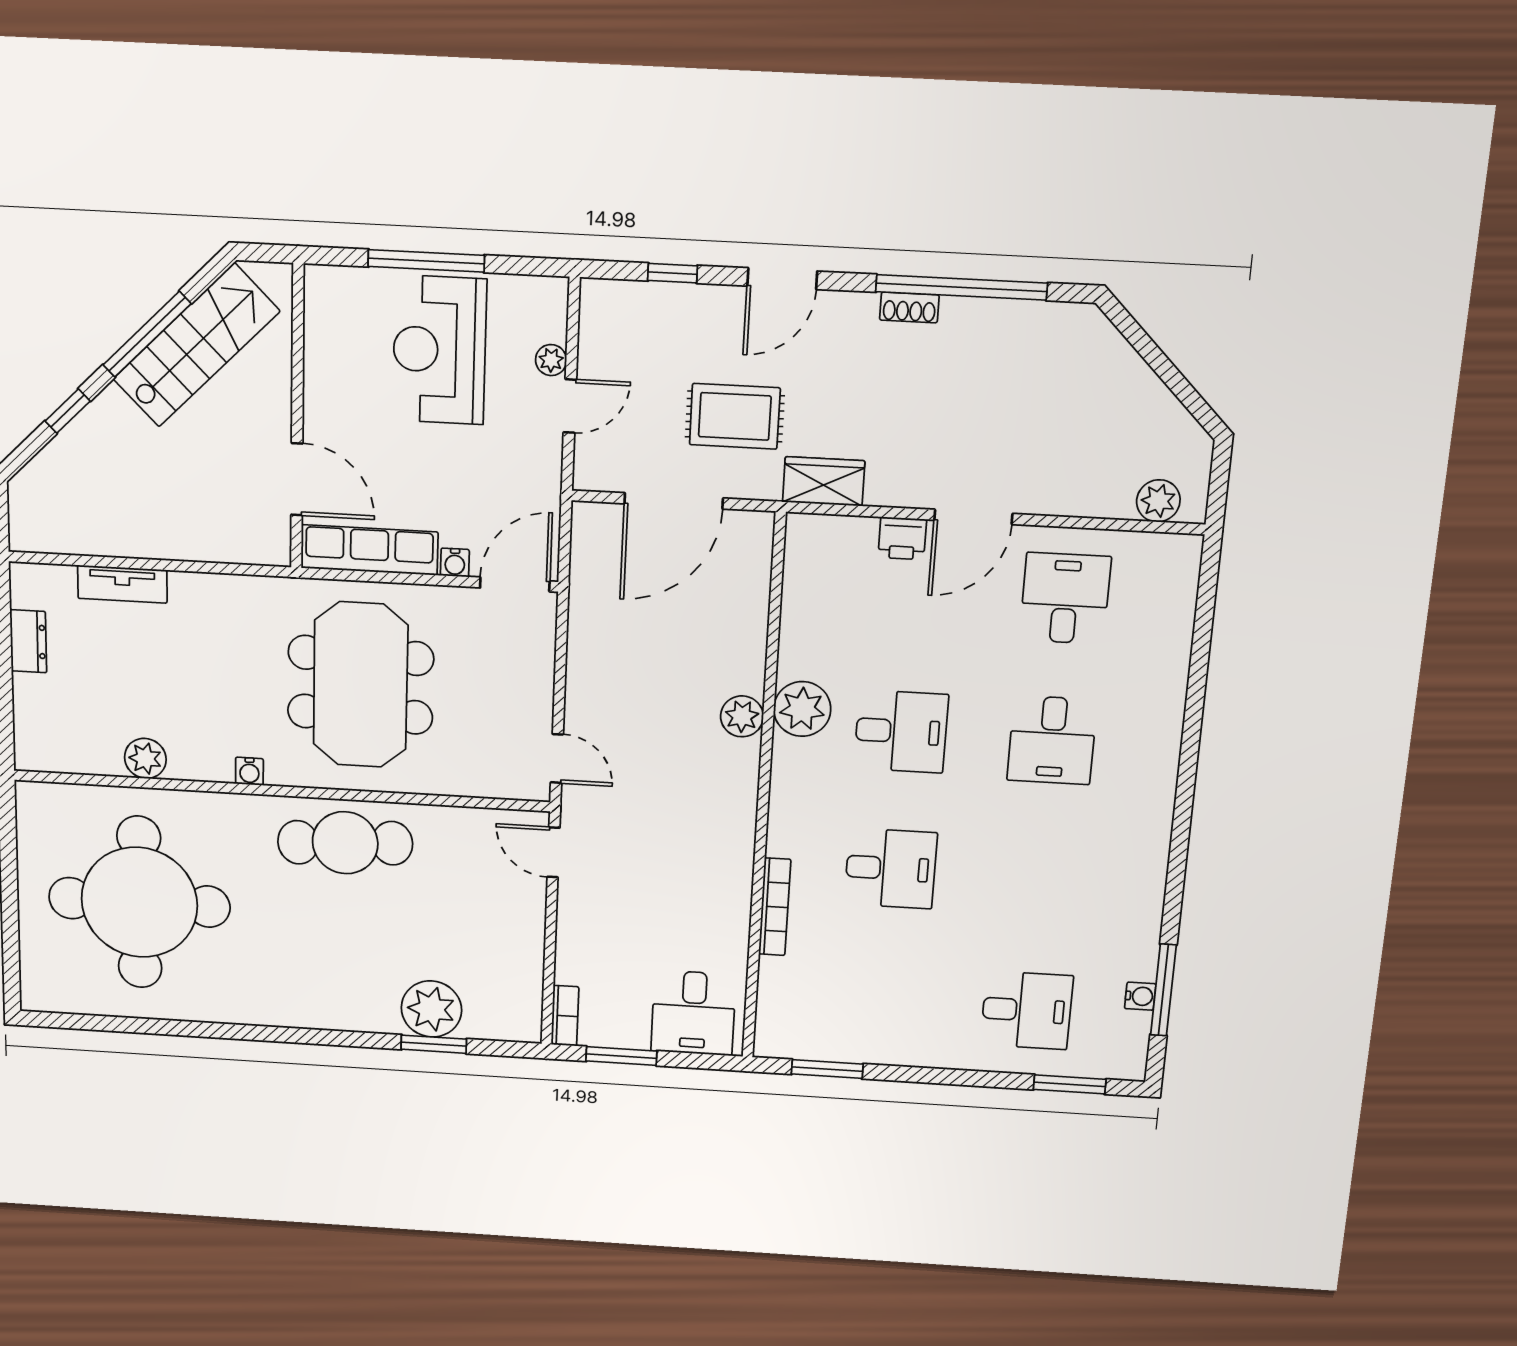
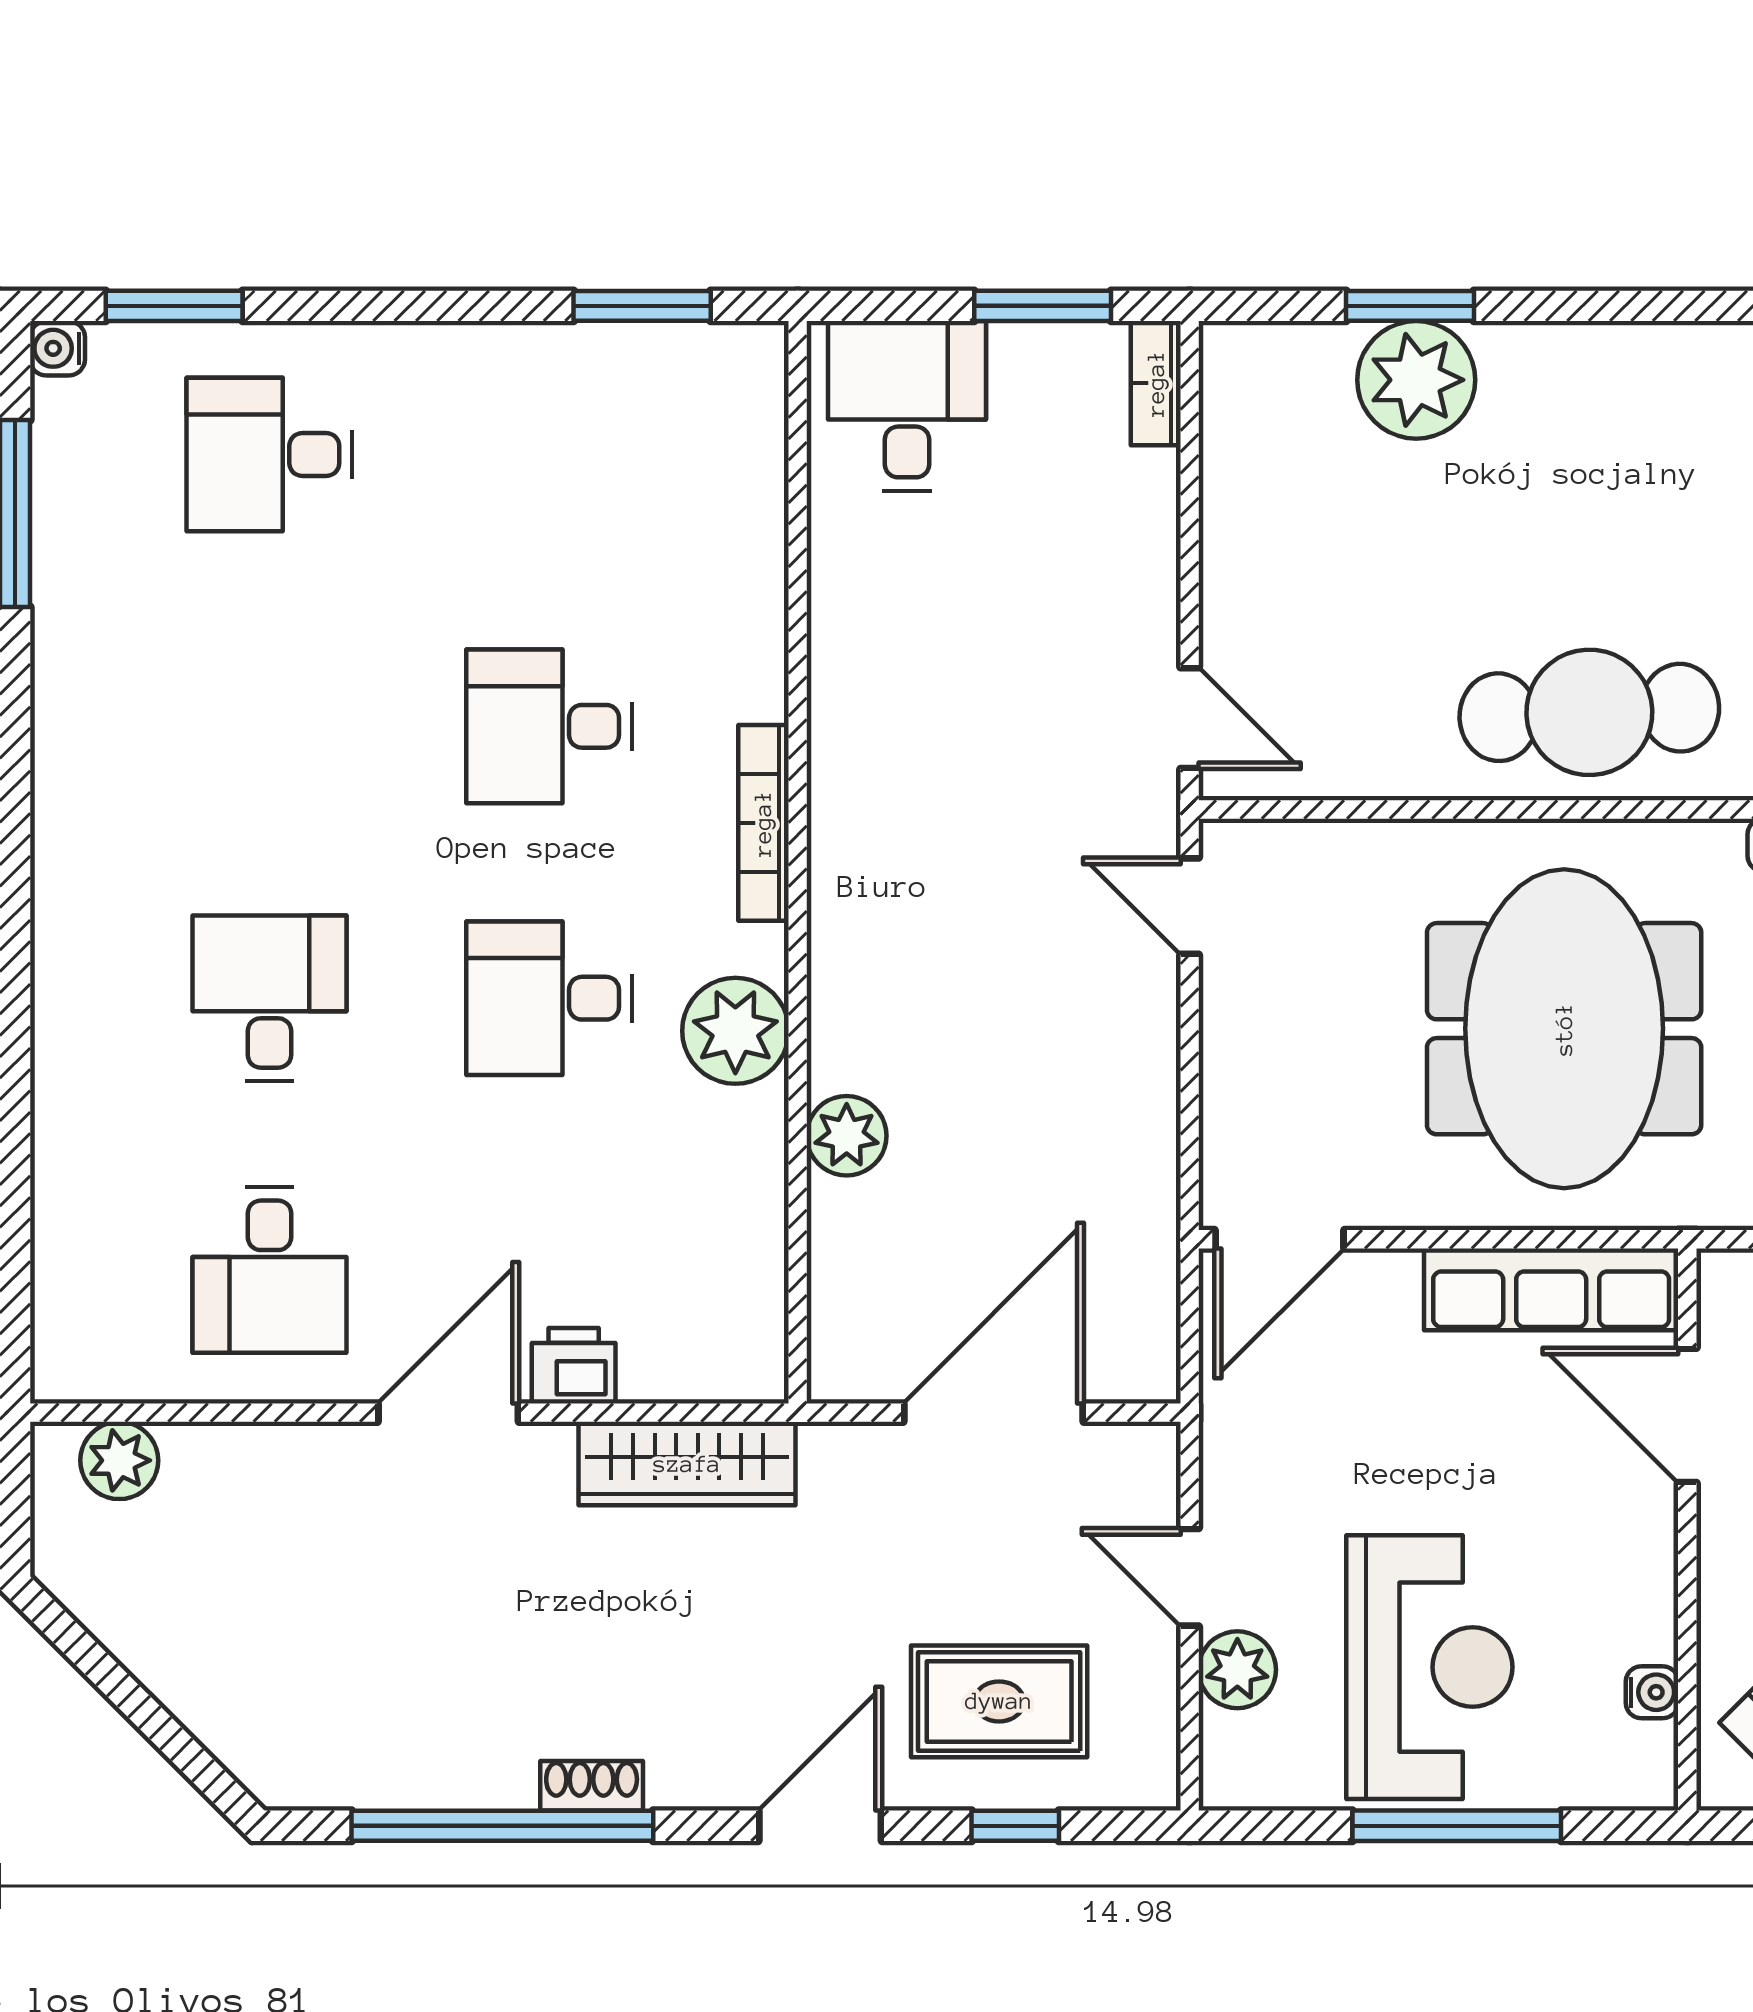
plant: (551, 360) -> (1237, 1670), width x1.38, depth x1.38
door: (570, 406) -> (1190, 1577), hinge flipped
rug: (735, 416) -> (999, 1701), moved
wardrobe: (824, 481) -> (687, 1464), width x1.50
water cooler: (455, 563) -> (1652, 1692), moved, turned 90
plant: (742, 716) -> (847, 1136), moved
bookcase: (775, 907) -> (763, 823), moved
water cooler: (1140, 996) -> (57, 348), moved

